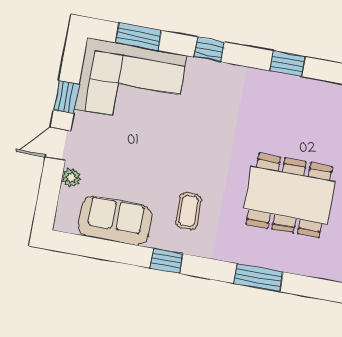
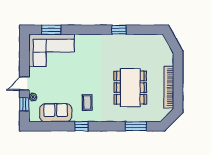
window: (209, 50) -> (84, 30), removed
window: (66, 97) -> (24, 104), moved
dining table: (289, 195) -> (130, 88), turned 90
window: (258, 278) -> (136, 126), moved

